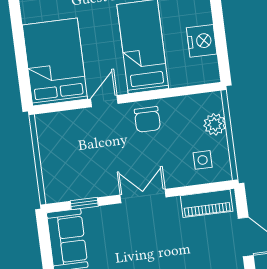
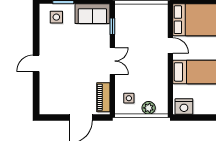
nightstand: (202, 41) -> (184, 107), moved
chair: (147, 119) -> (157, 69), removed

